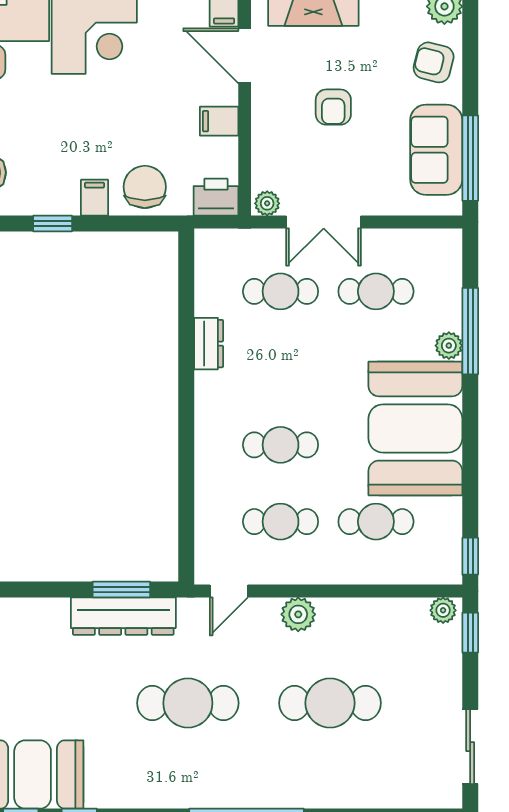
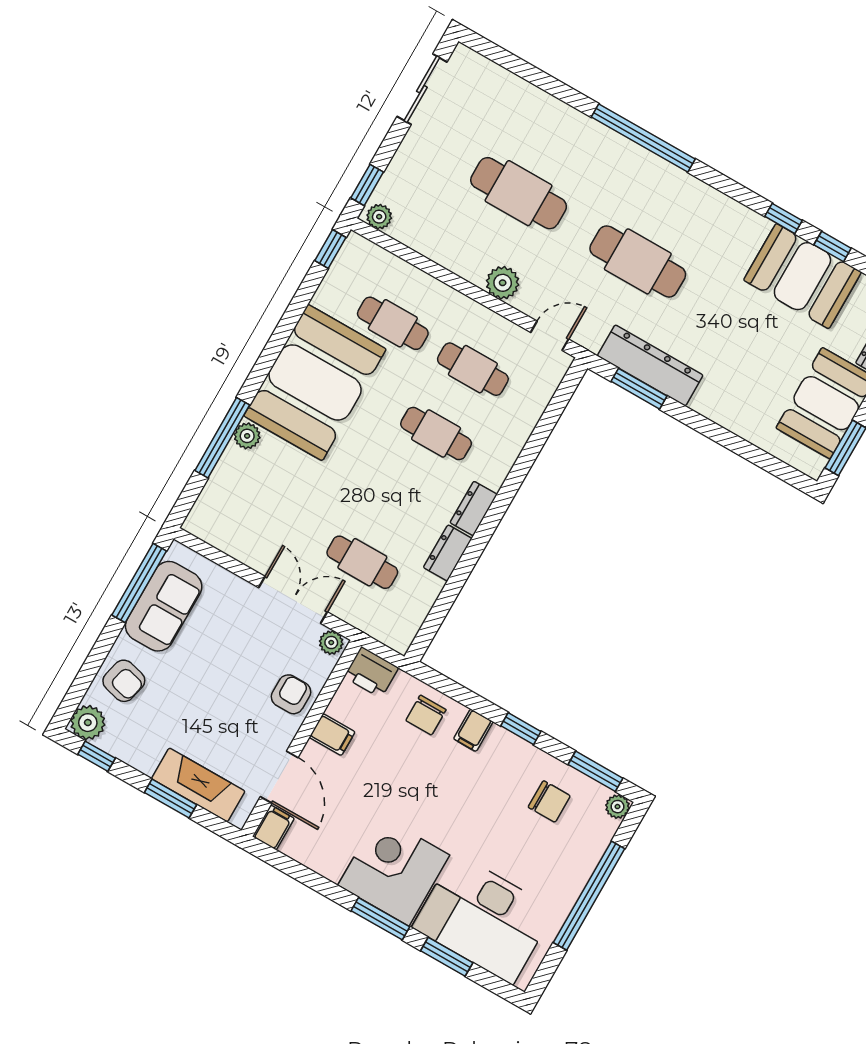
armchair: (333, 107) -> (291, 694), moved
chair: (145, 187) -> (426, 715), width x0.73, depth x0.73
cafe table: (376, 291) -> (282, 516), removed
dresser: (208, 397) -> (474, 509), added

